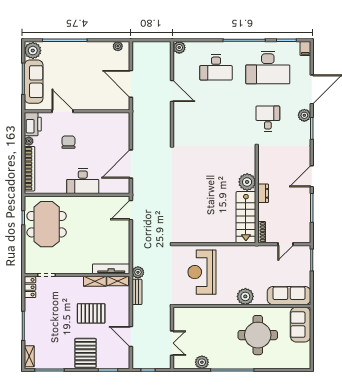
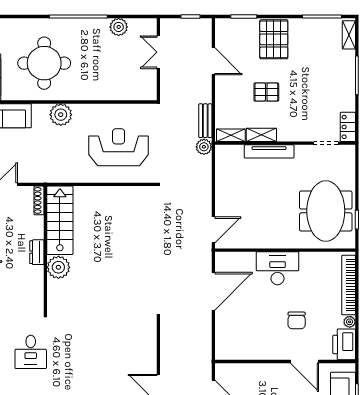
tv unit: (111, 269) -> (269, 151), moved
reception desk: (202, 272) -> (119, 147), turned -90
pallet: (91, 313) -> (266, 92), width x0.67, depth x0.71

